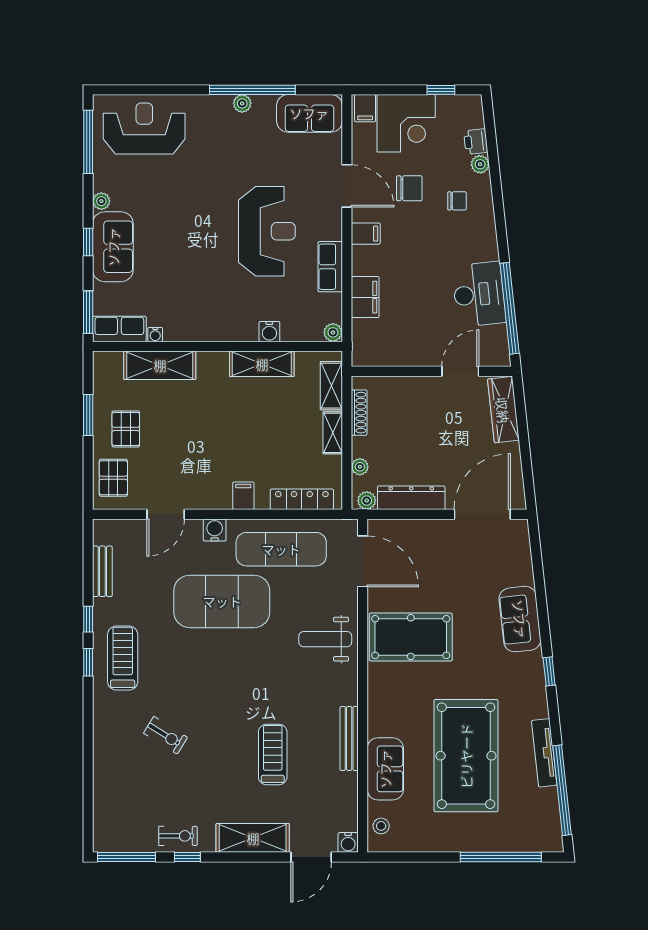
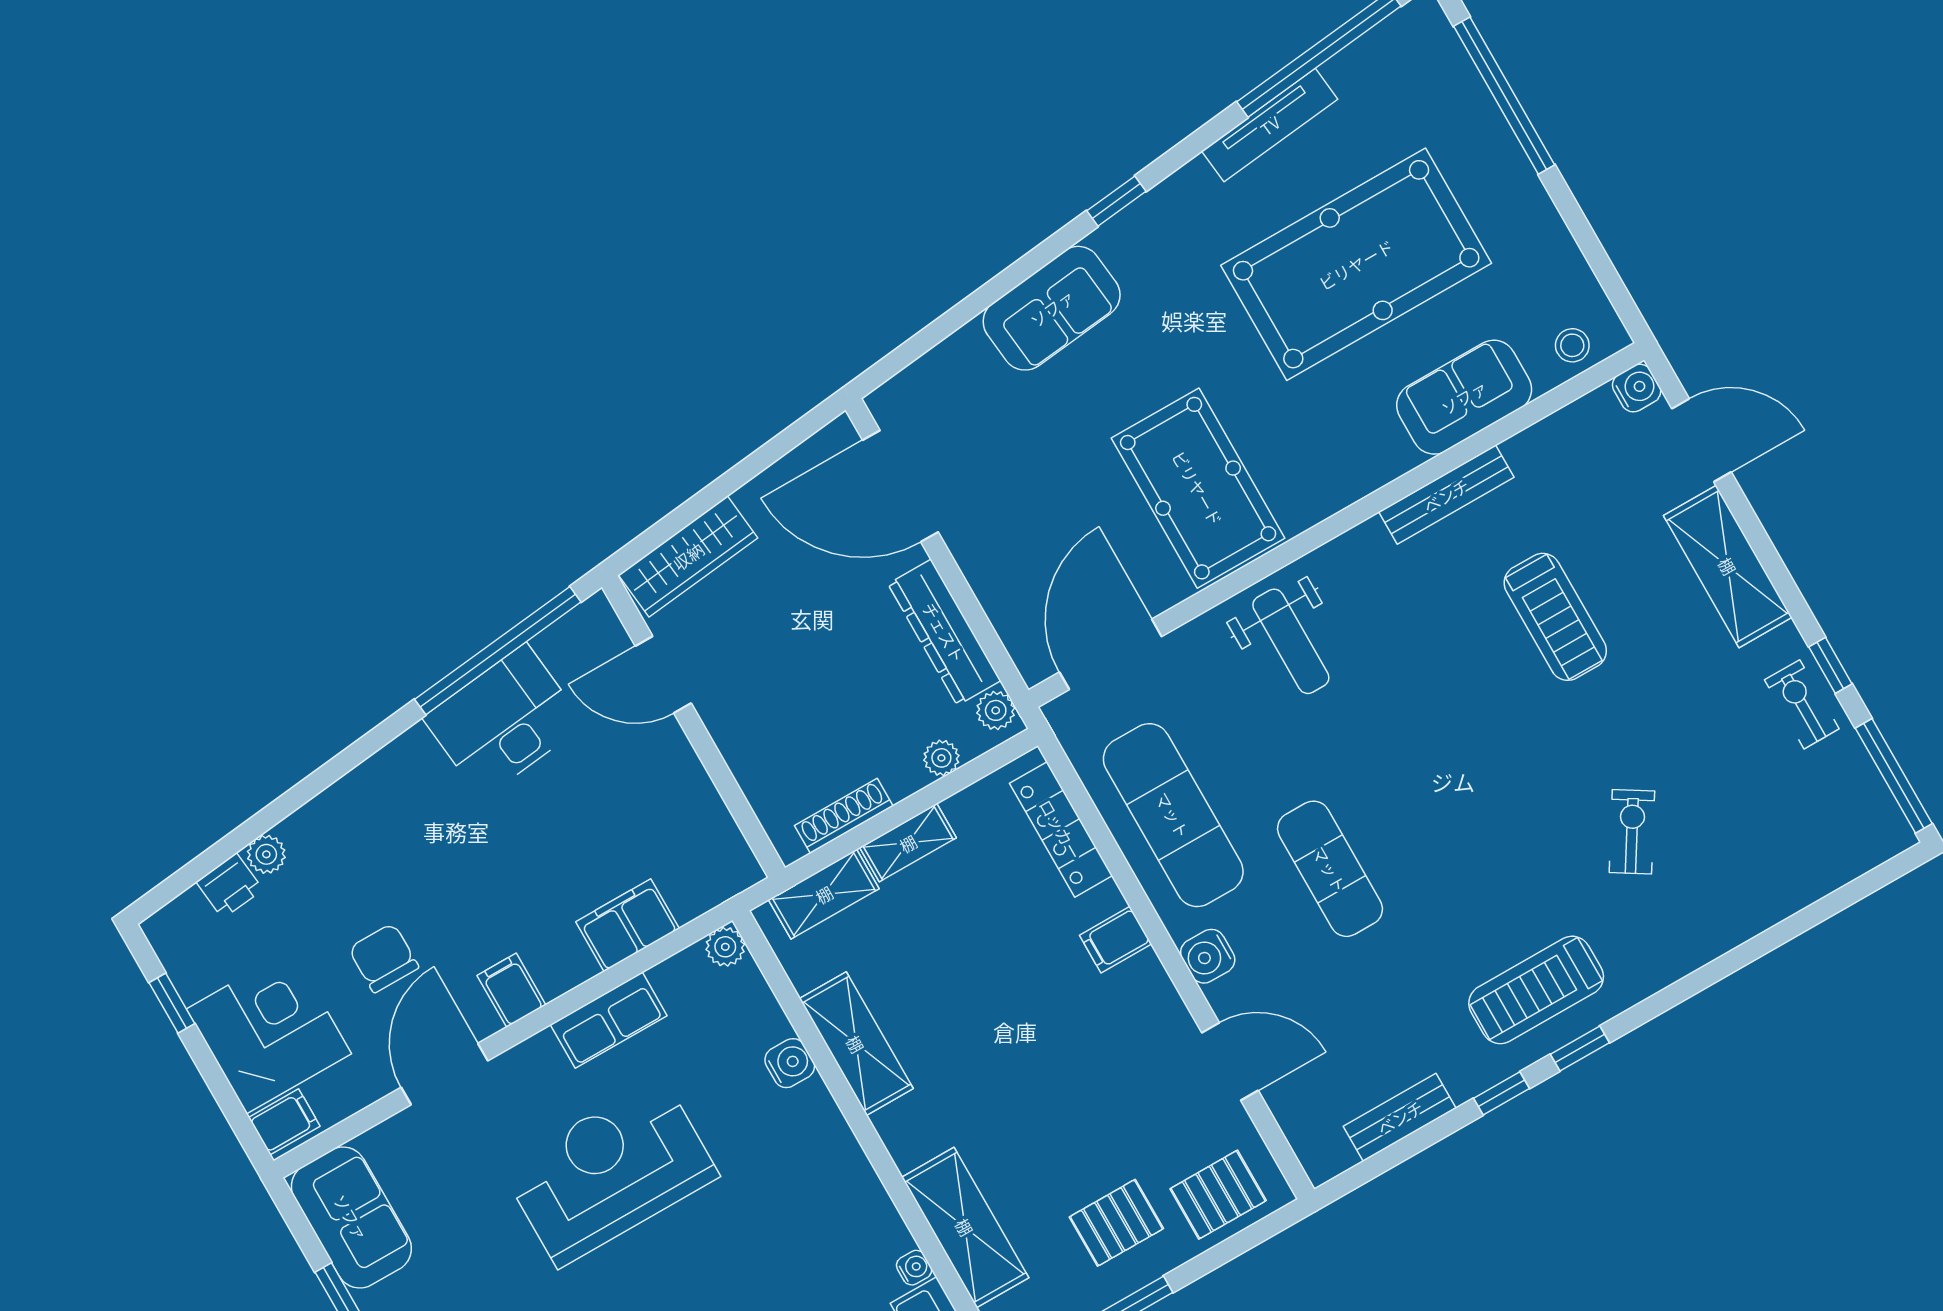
chair: (457, 201) -> (357, 858), removed
exercise mat: (222, 601) -> (1330, 869), width x0.50, depth x0.69
treadmill: (273, 754) -> (1555, 617), turned -90

